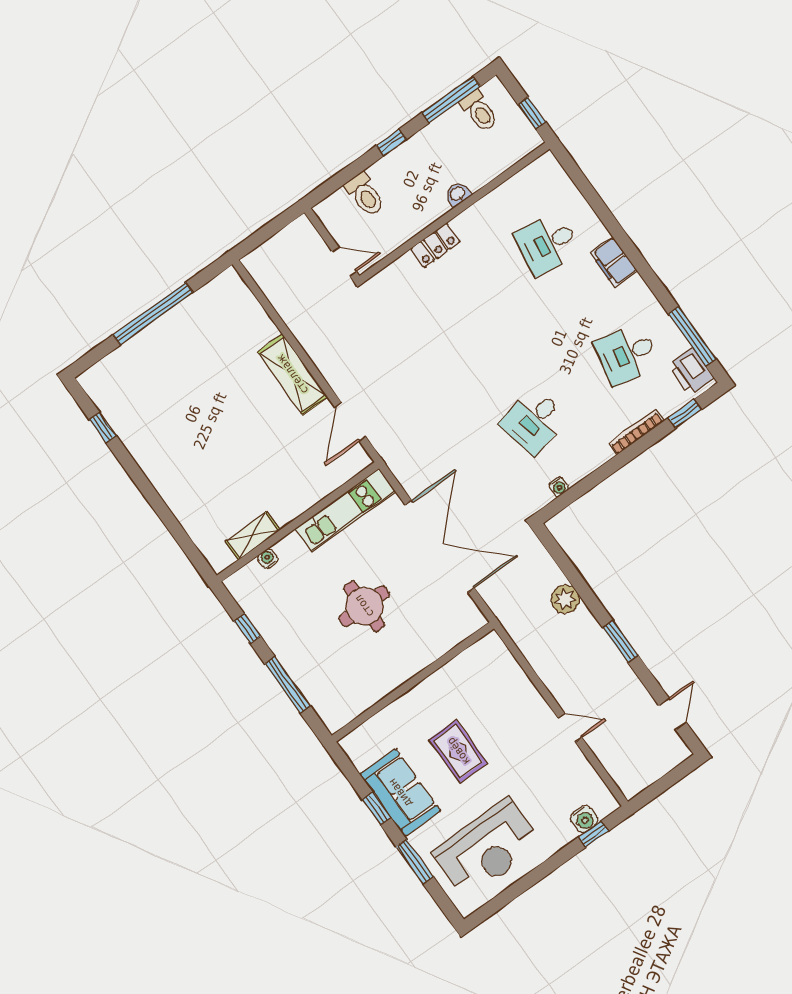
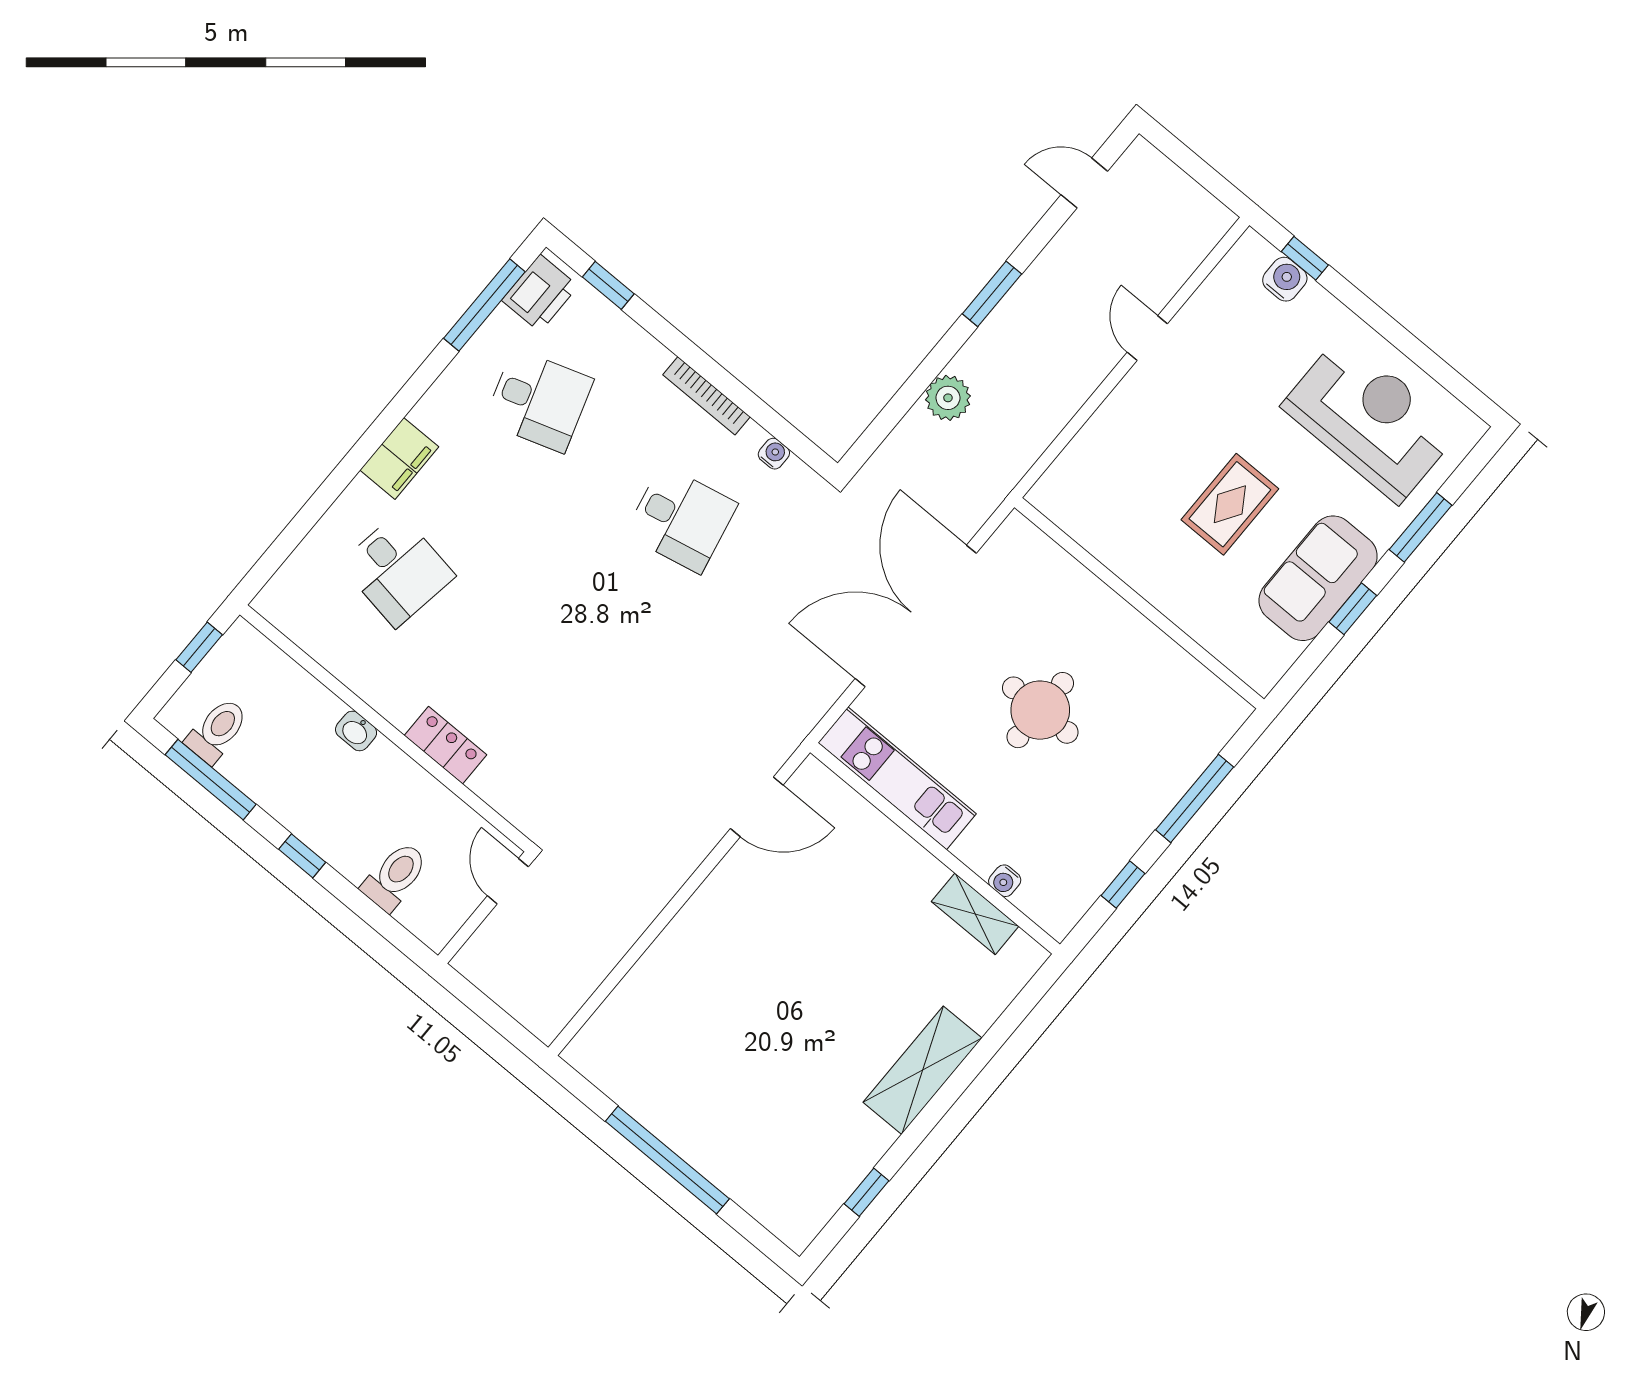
desk: (627, 354) -> (539, 400), turned -30
shelving: (292, 374) -> (922, 1070), moved
bookcase: (636, 432) -> (707, 396), moved

